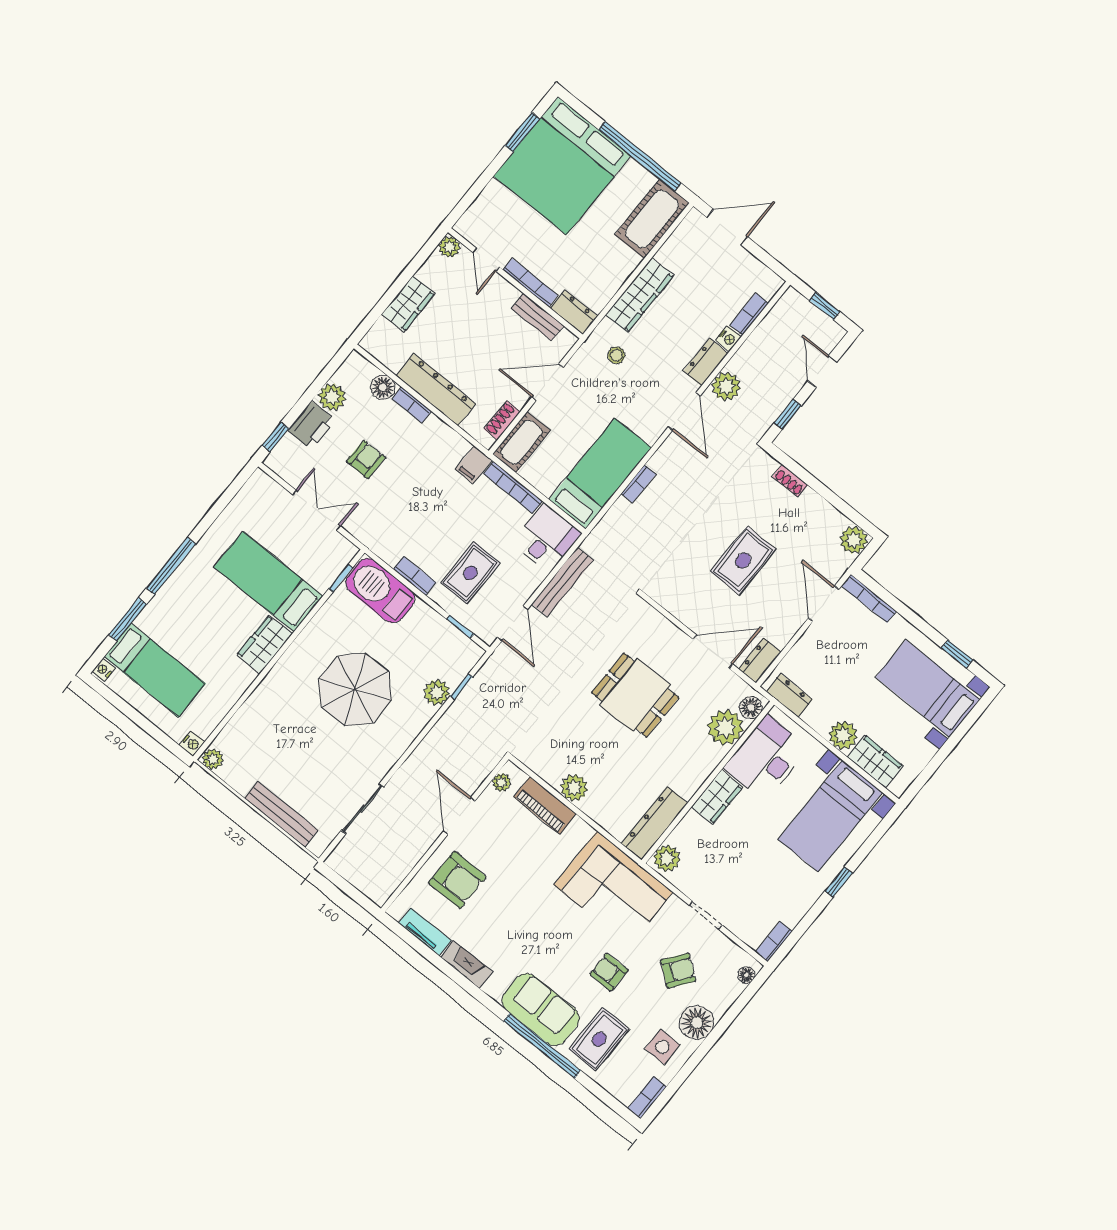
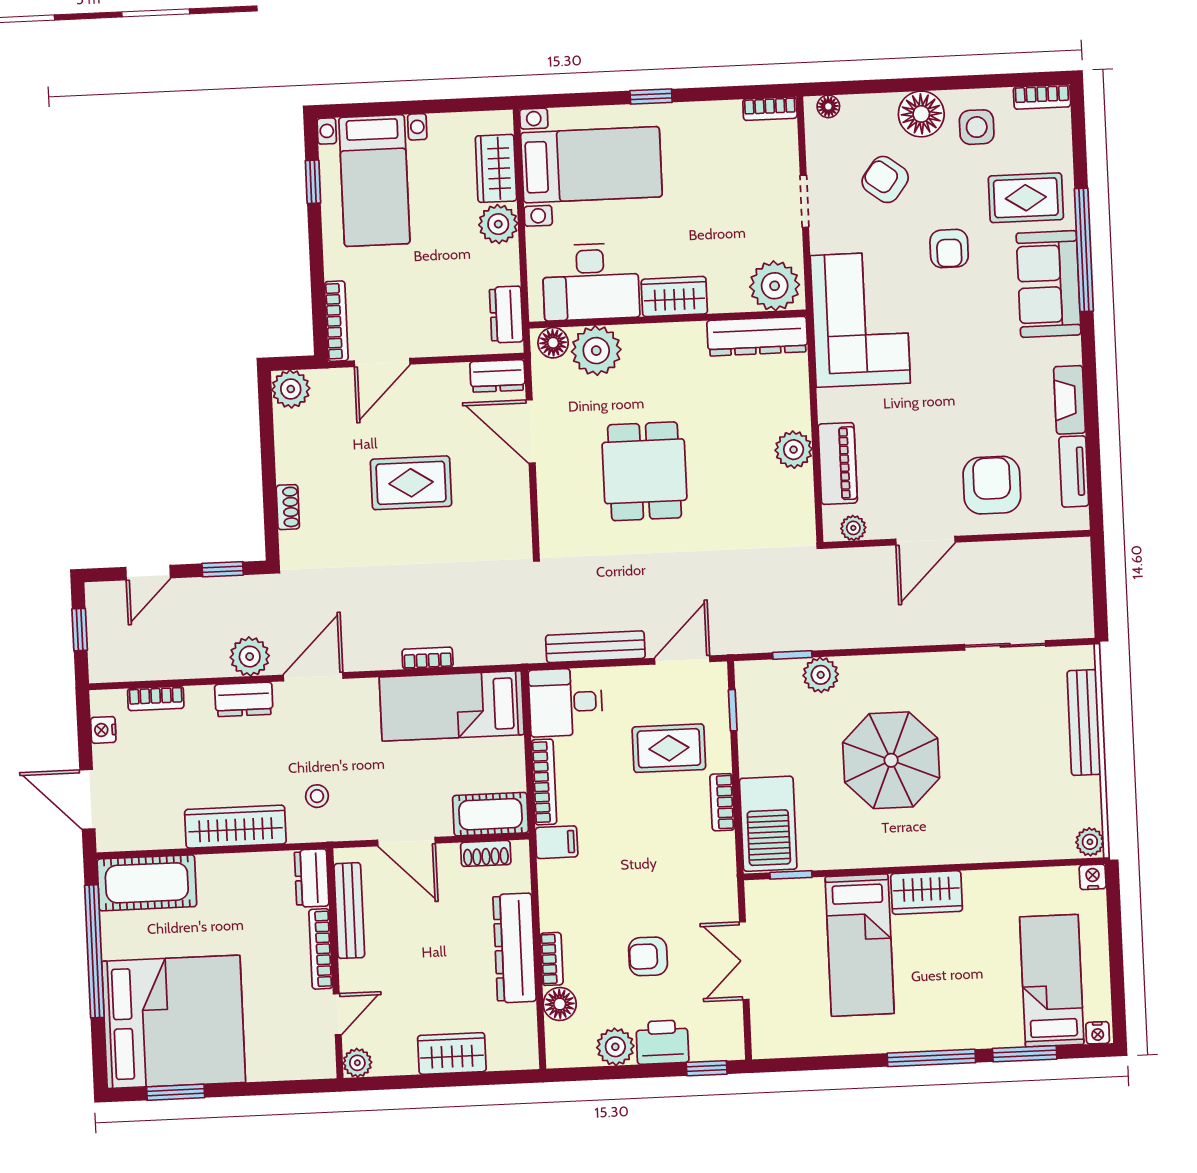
bench: (537, 317) -> (349, 911), width x1.36
nightstand: (728, 339) -> (103, 730), moved, turned -90
plant: (667, 858) -> (775, 286), width x1.36, depth x1.36

